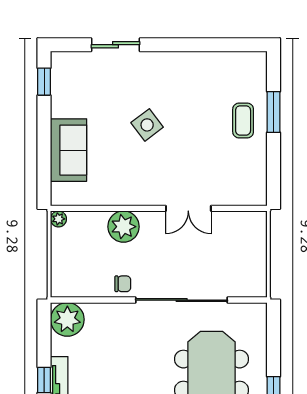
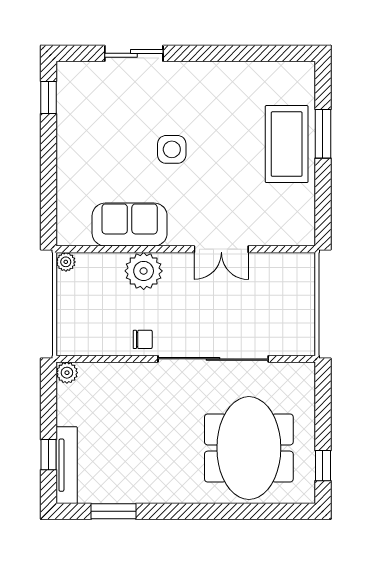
coffee table: (243, 120) -> (287, 144), width x1.86, depth x1.72
side table: (147, 125) -> (172, 149), turned 37
sofa: (69, 150) -> (130, 225), moved, turned -90
plant: (67, 319) -> (67, 373), width x0.53, depth x0.53

